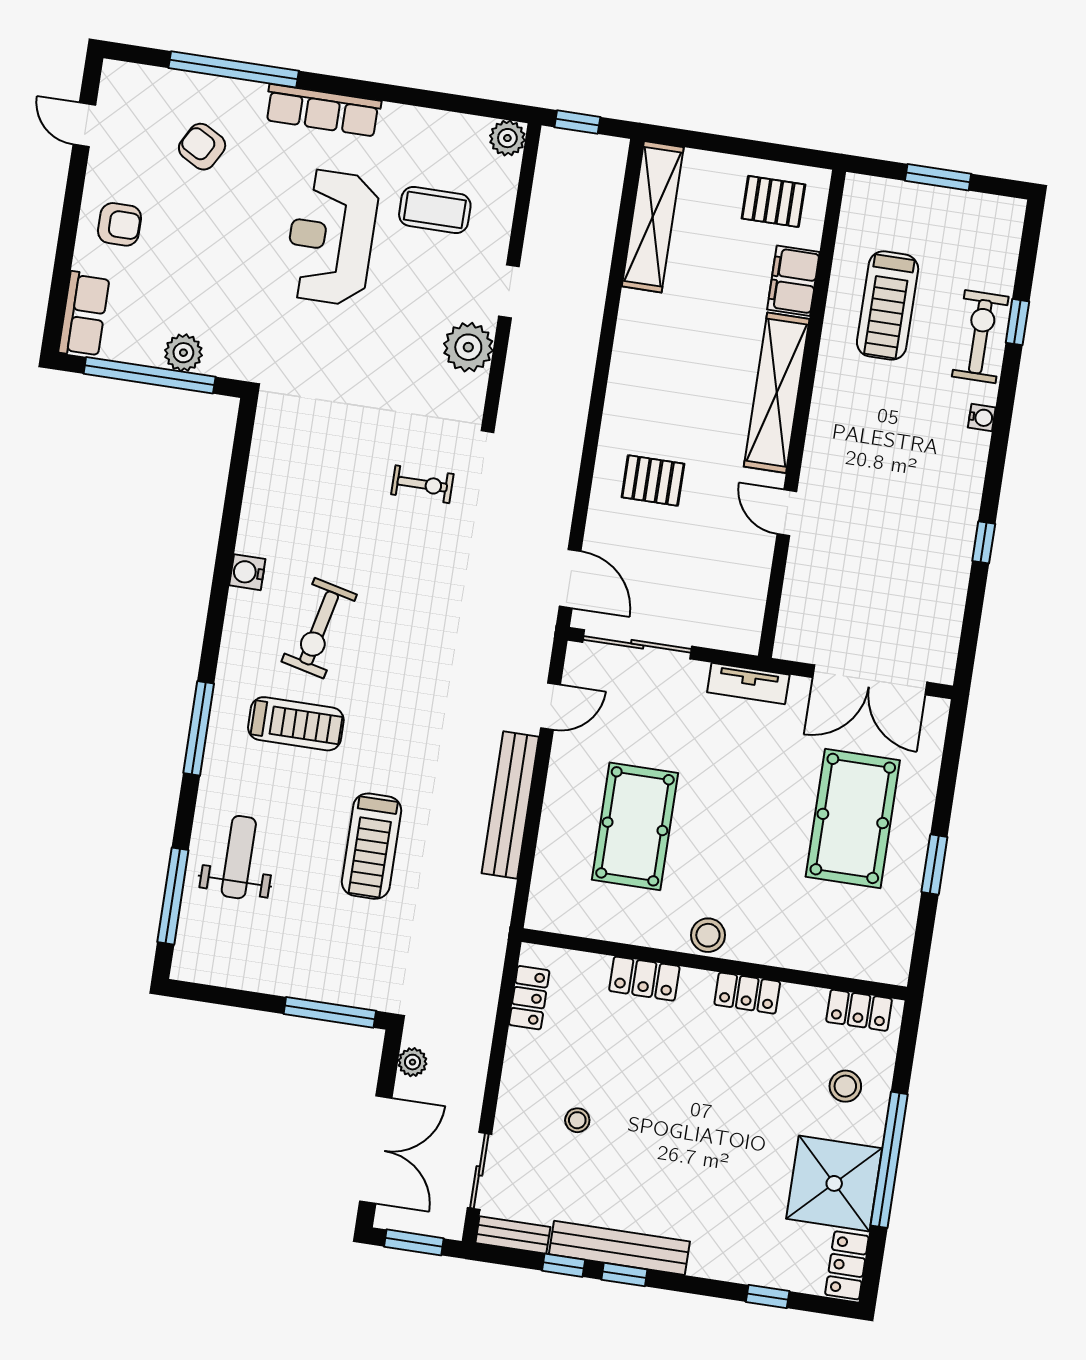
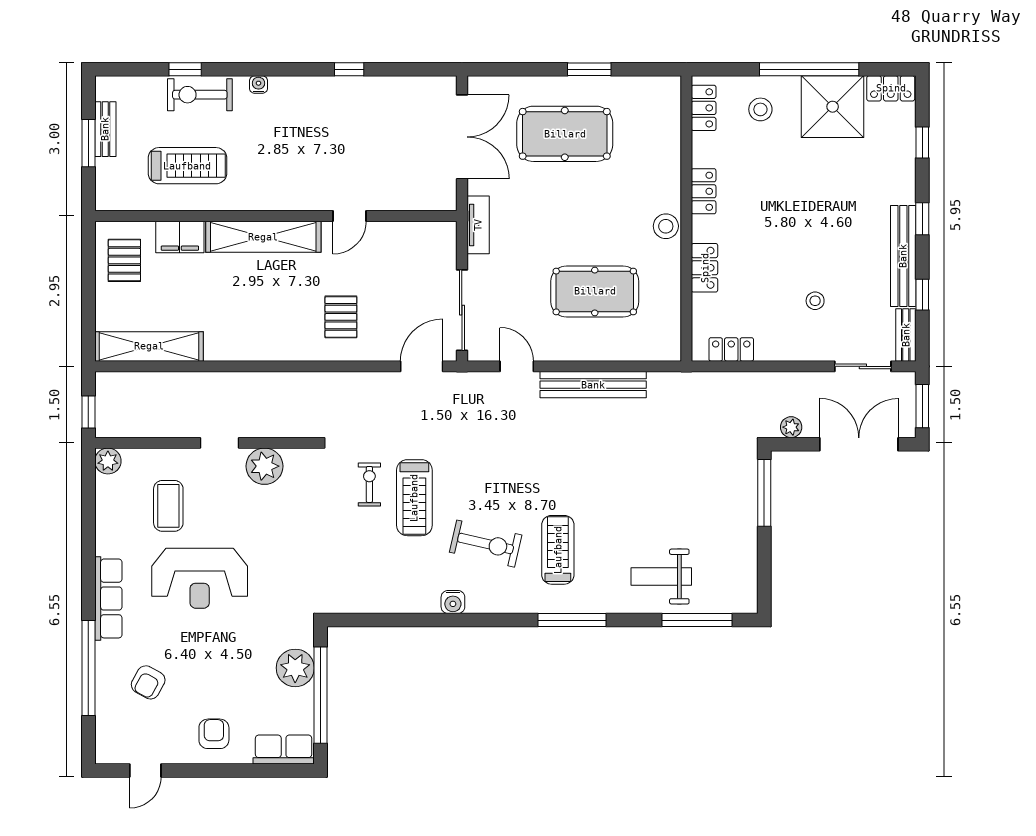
bench: (953, 203) -> (105, 129), added
plant: (183, 353) -> (295, 668), width x1.36, depth x1.36
treadmill: (372, 846) -> (414, 498), moved, turned 90
window: (624, 1275) -> (922, 219), moved

